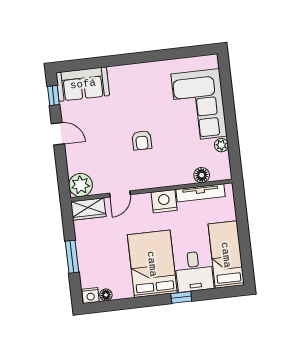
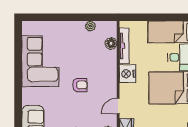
corner sofa: (199, 105) -> (40, 61), moved, turned -90
door: (120, 194) -> (118, 106), swing flipped

